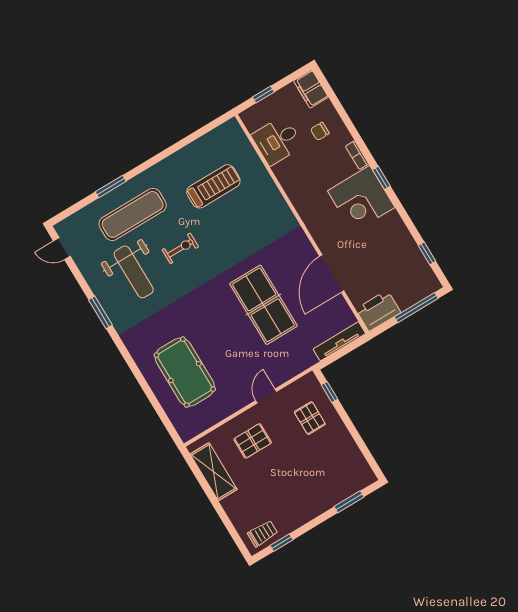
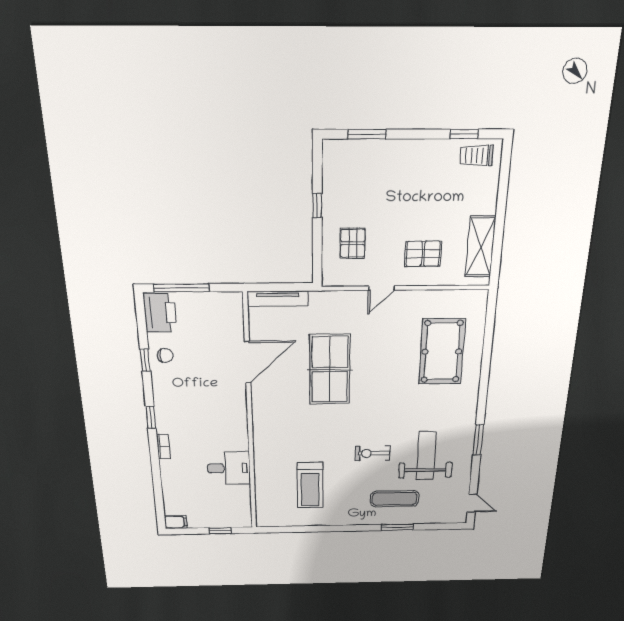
filing cabinet: (311, 89) -> (176, 522), width x0.50
chair: (320, 131) -> (165, 356), moved
desk: (277, 141) -> (229, 468), moved
treadmill: (213, 186) -> (310, 485), turned -90
corner desk: (361, 199) -> (181, 410), removed
exercise mat: (133, 214) -> (394, 499), width x0.73, depth x0.69
window: (427, 253) -> (145, 360), moved
printer: (378, 311) -> (160, 313), moved, turned -90
window: (329, 392) -> (317, 206), moved

